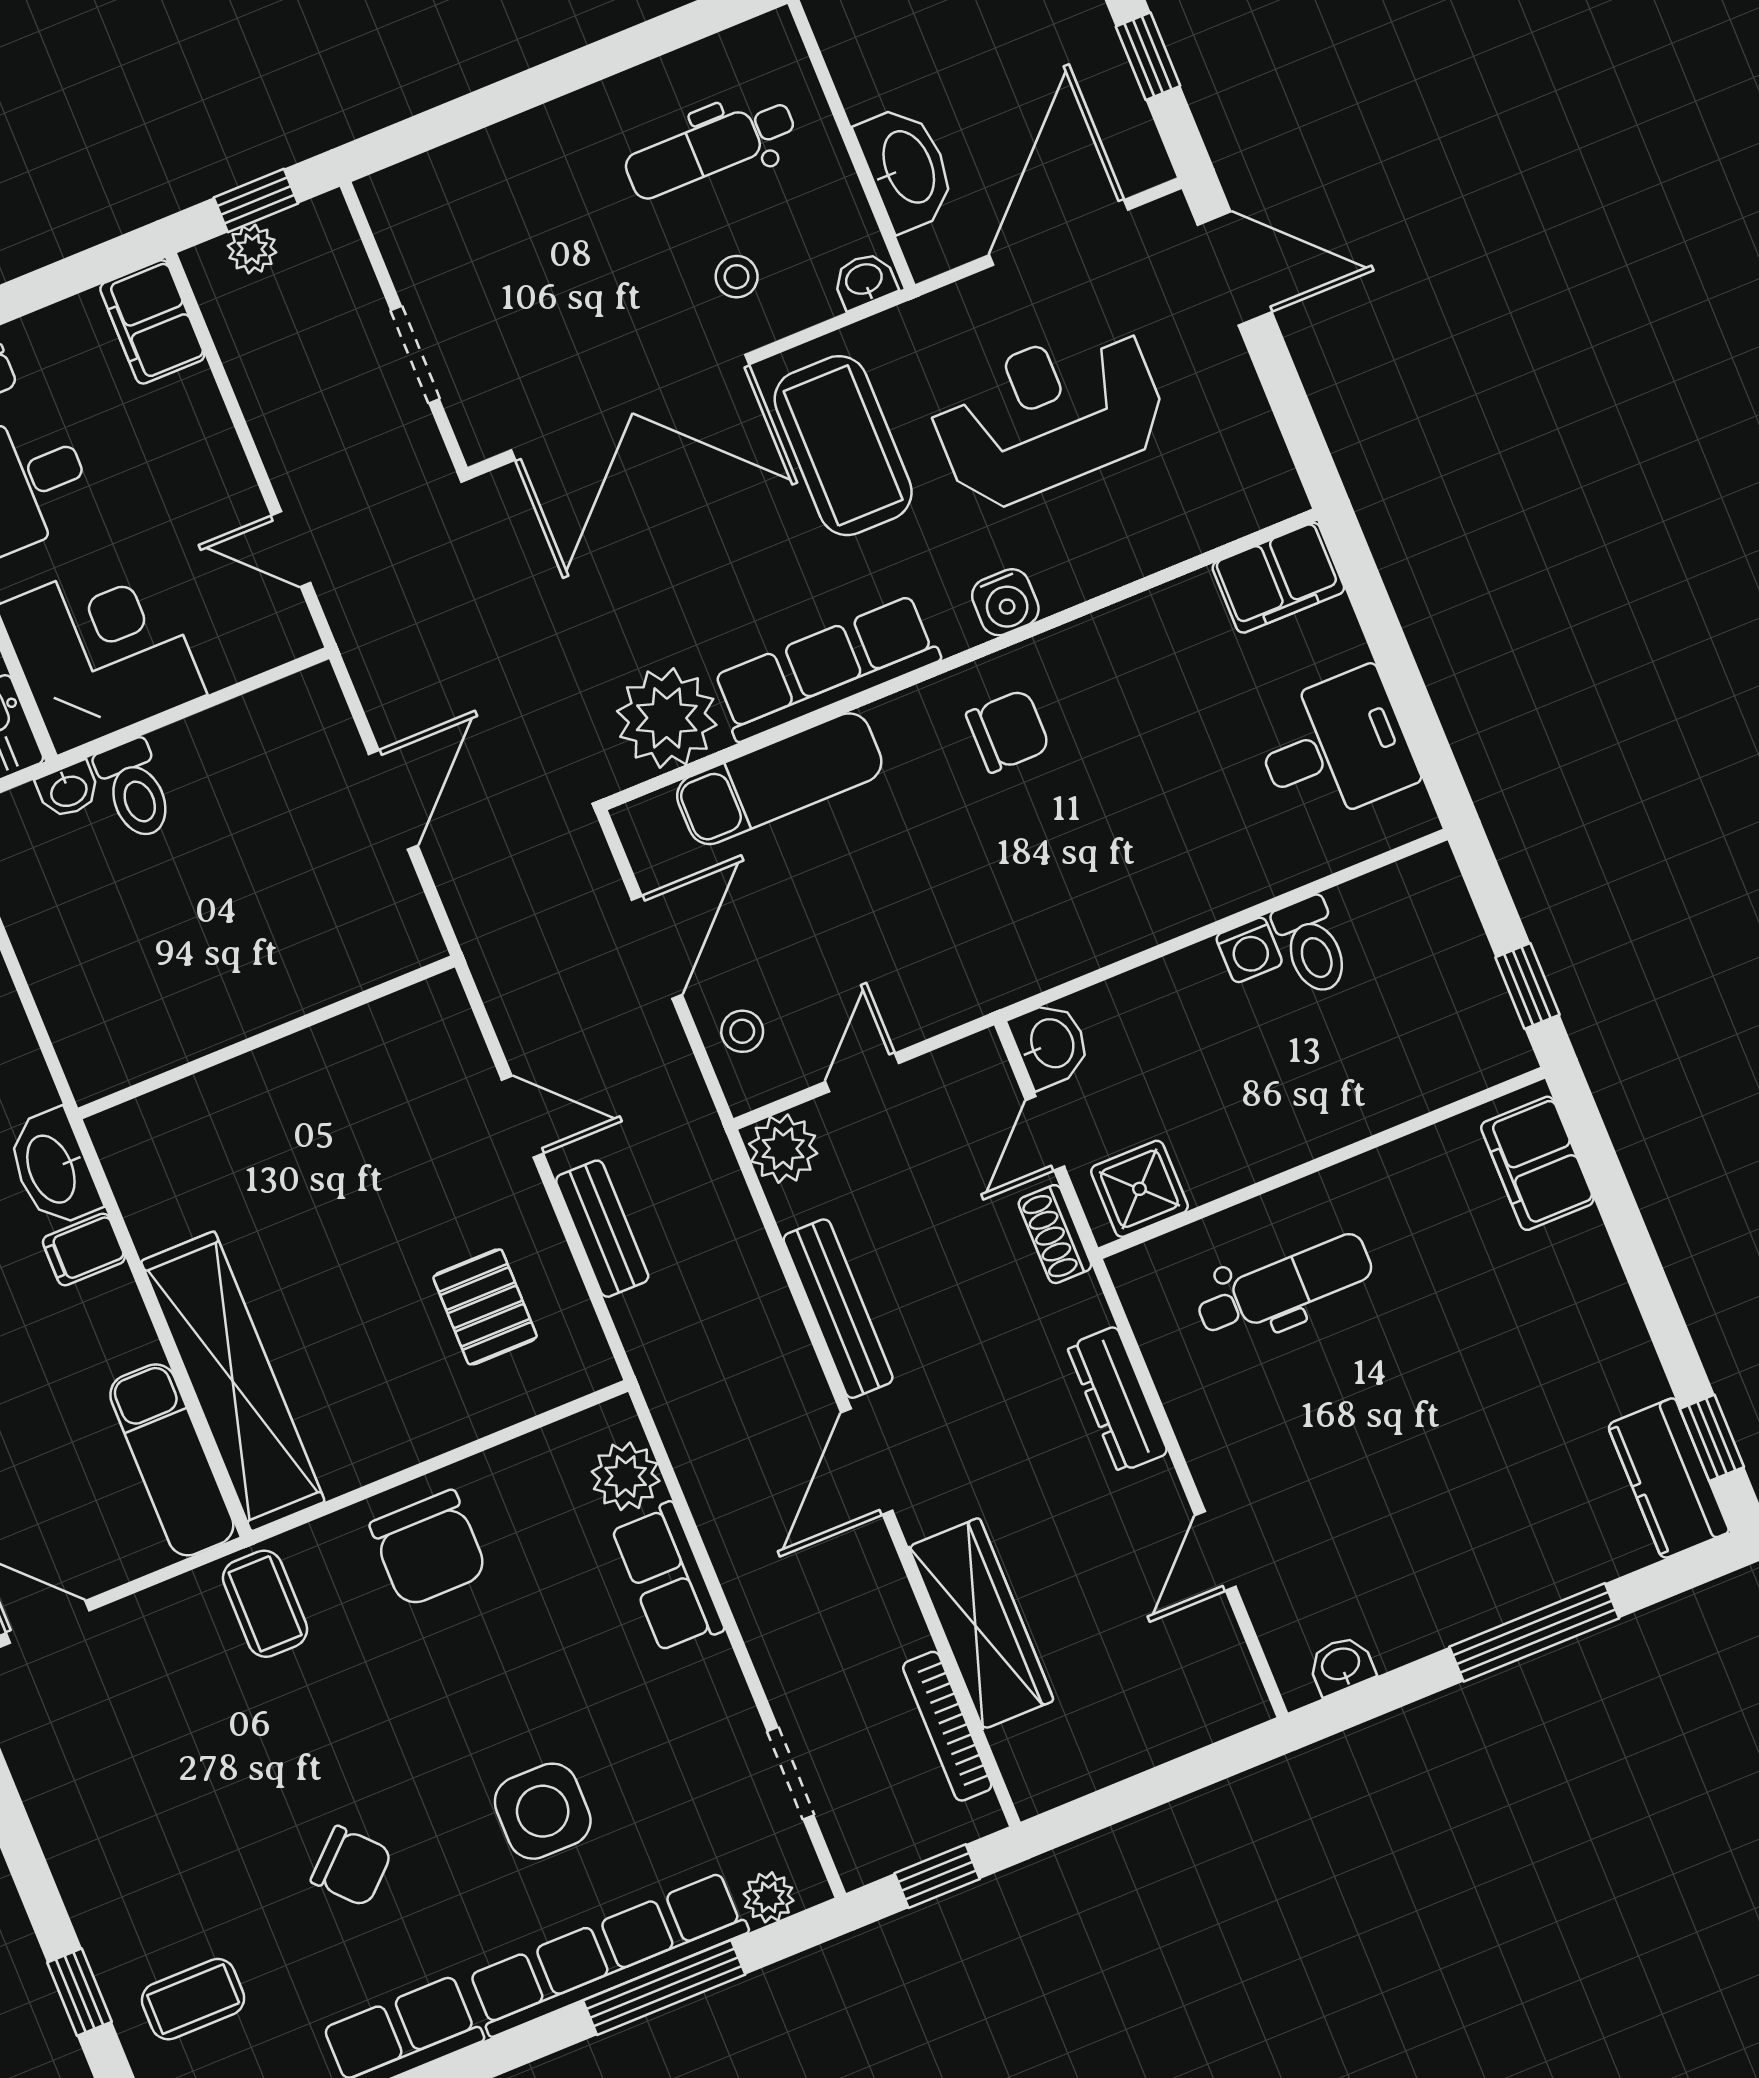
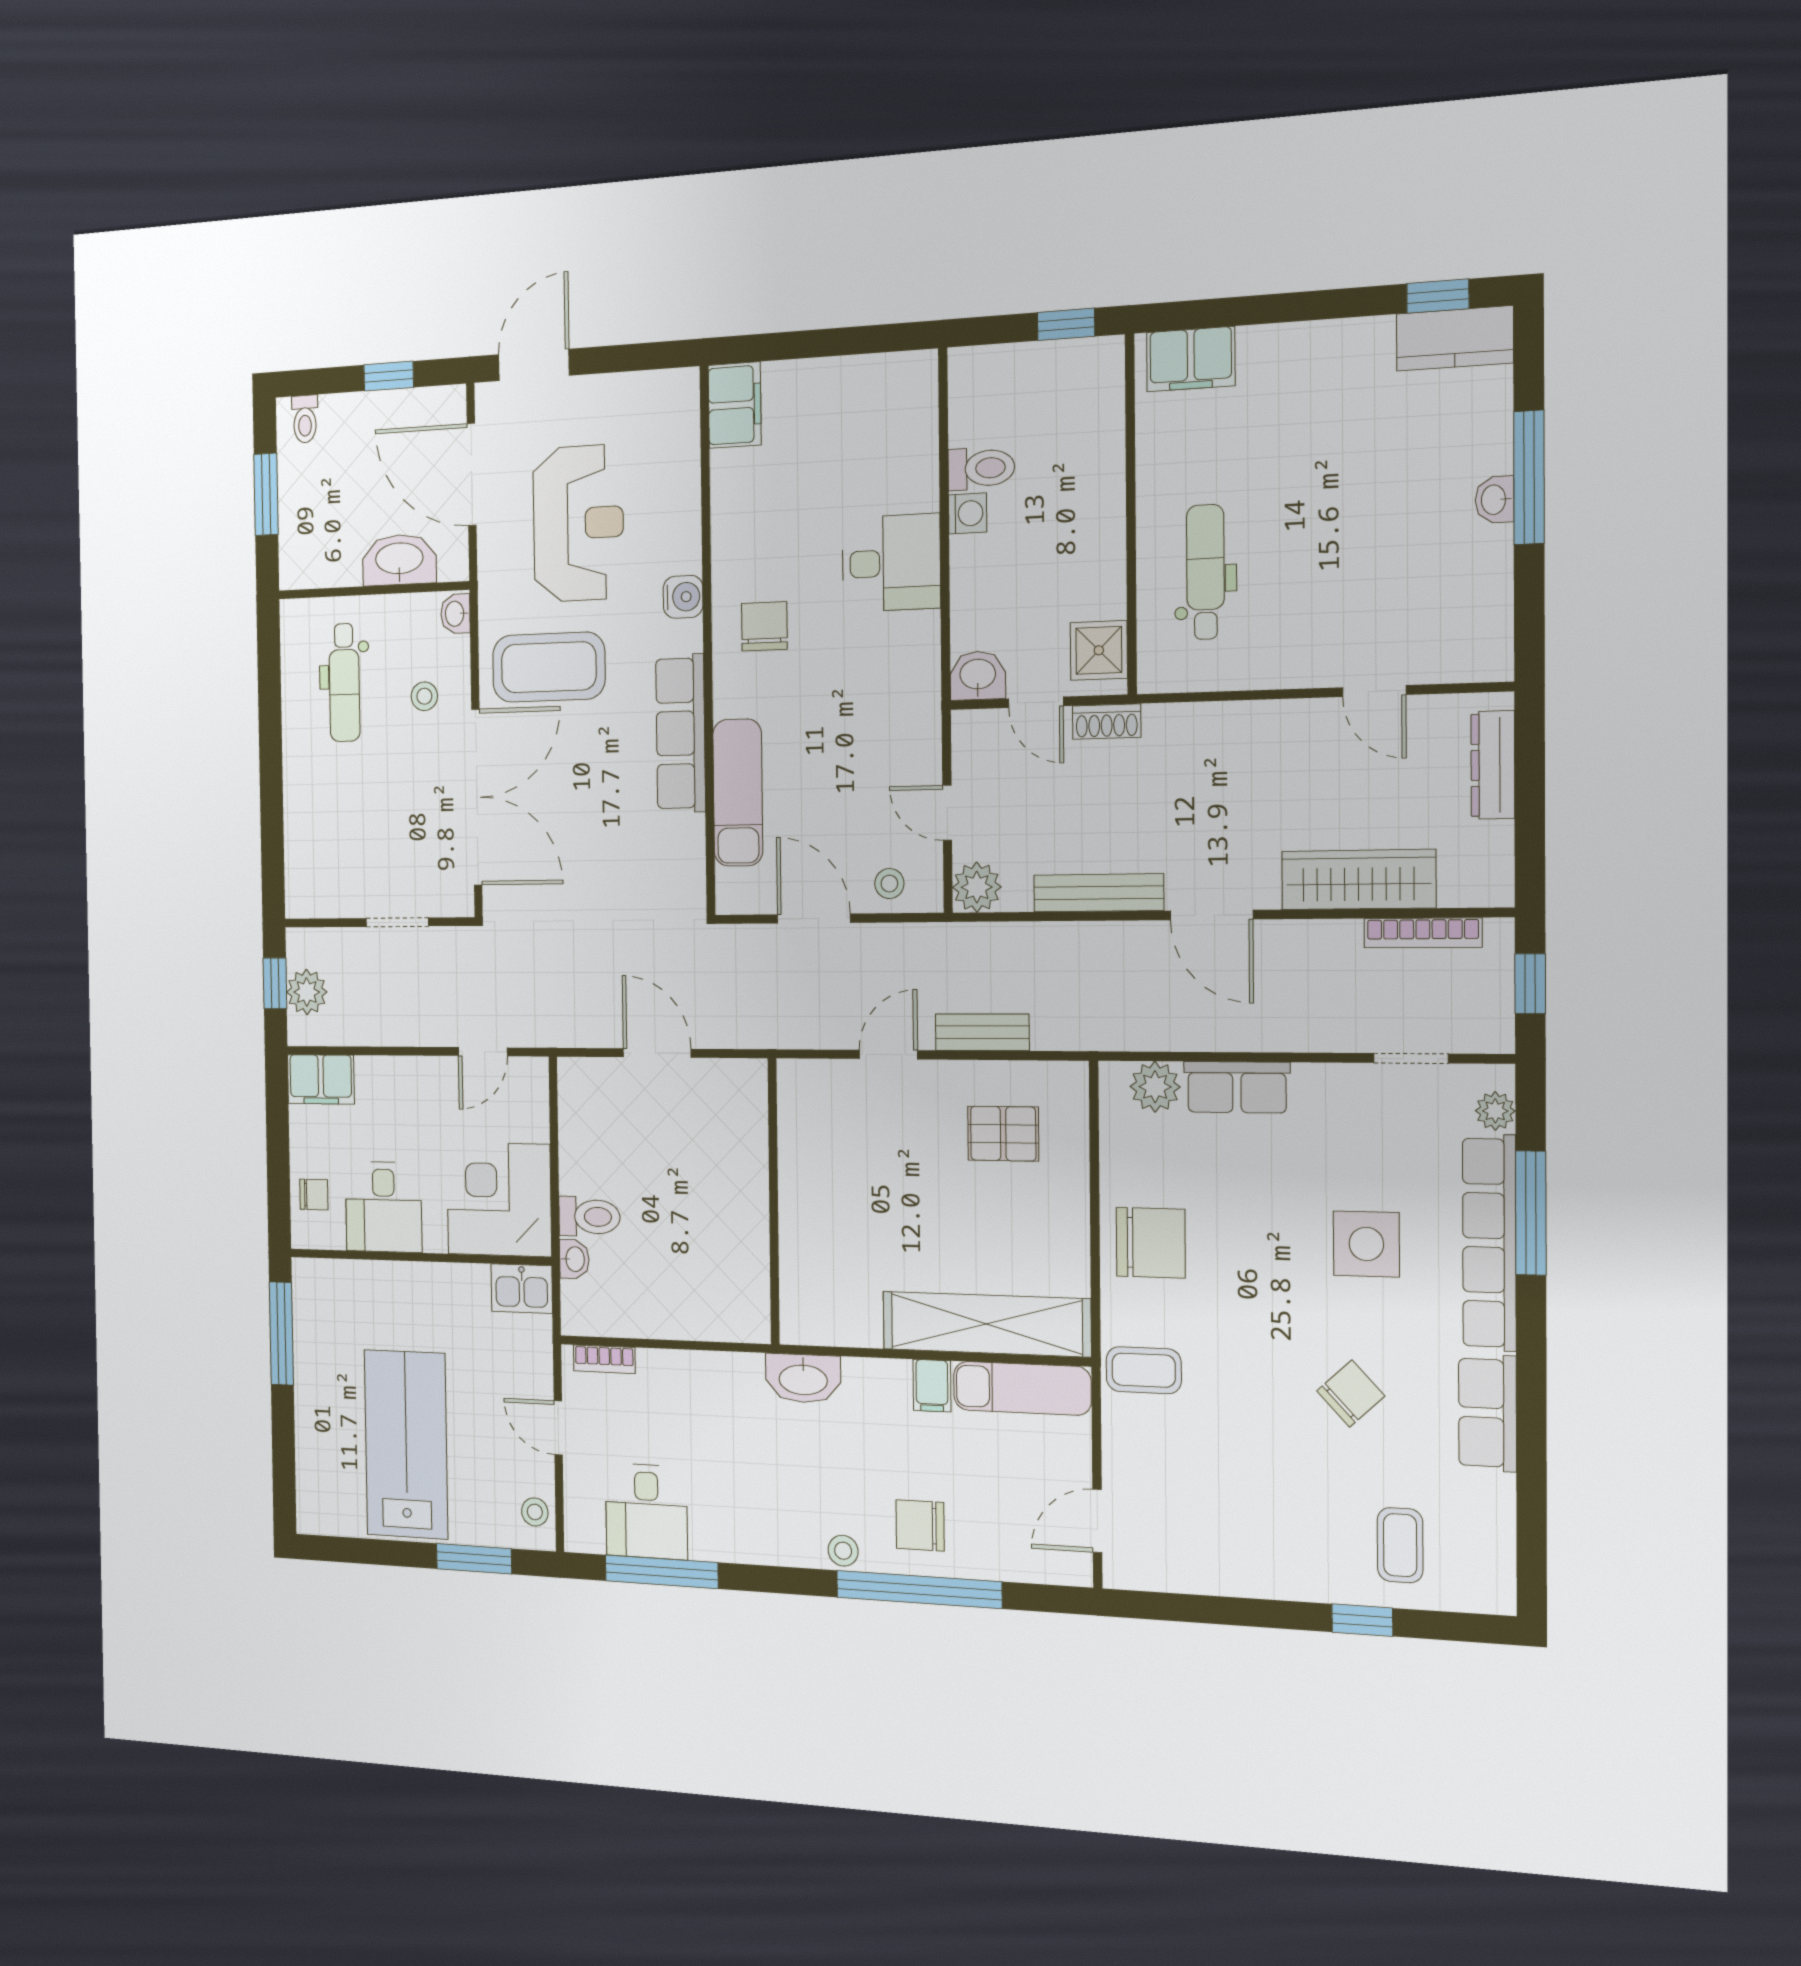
plant: (252, 249) -> (307, 992), width x1.38, depth x1.38
reception desk: (1048, 415) -> (578, 523), turned 180
plant: (667, 718) -> (673, 852), removed
desk: (1334, 747) -> (891, 563), moved, turned 90
filing cabinet: (84, 1249) -> (932, 1386), moved
dresser: (1117, 1399) -> (1493, 765), moved, turned 90
washbasin: (1341, 1665) -> (1495, 500), moved

